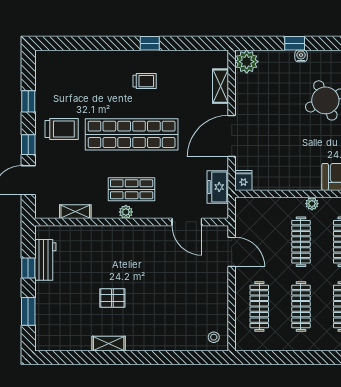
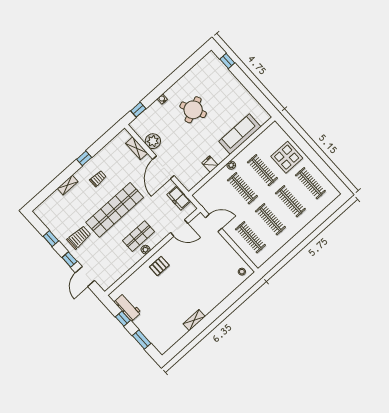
window: (295, 43) -> (138, 110), moved
plant: (247, 62) -> (153, 141), moved
fridge: (243, 180) -> (210, 164), moved
shelving: (75, 212) -> (68, 185), moved
pallet: (112, 298) -> (159, 266), moved

